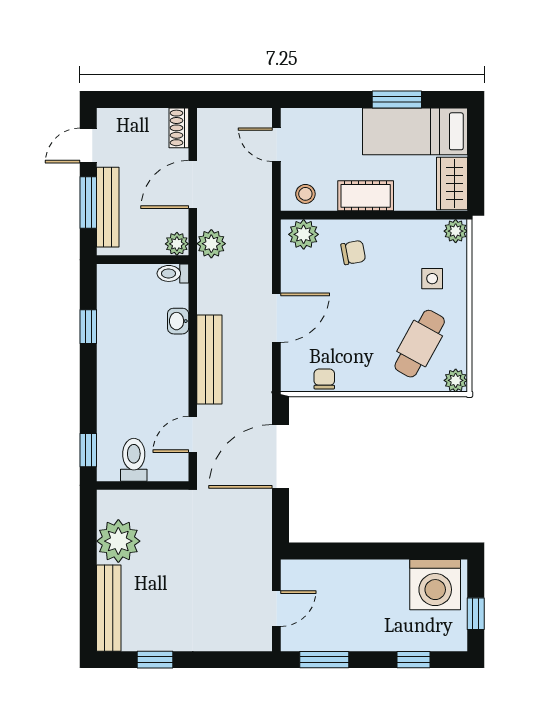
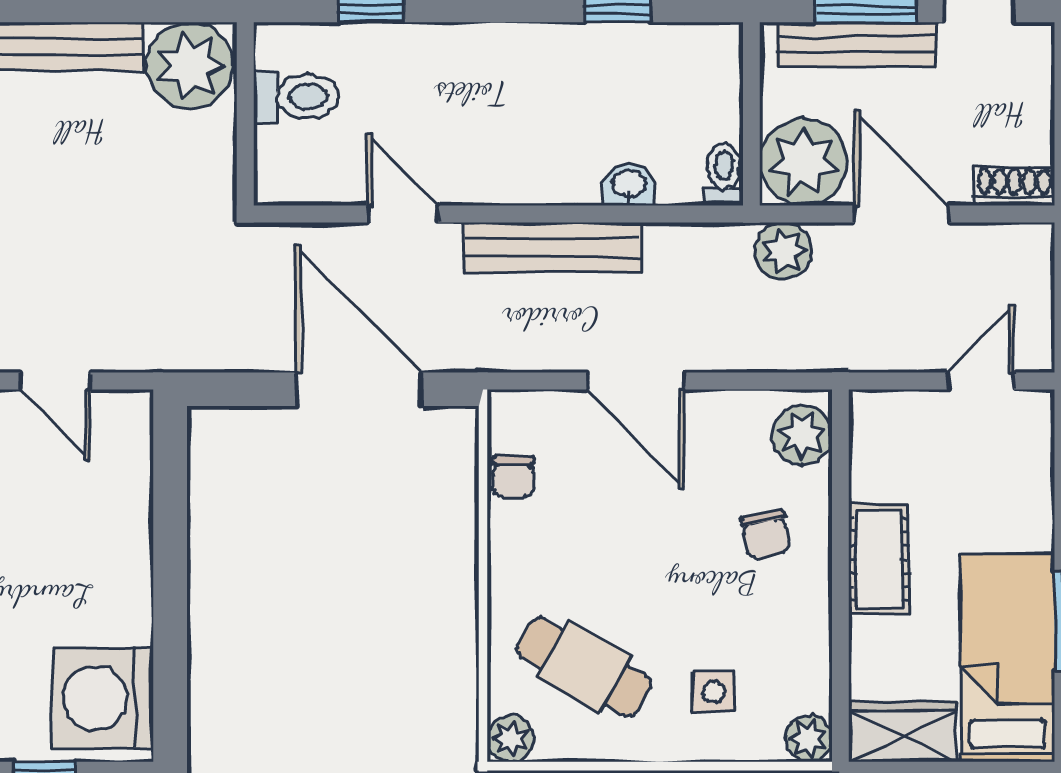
stool: (305, 194) -> (883, 439), removed
plant: (177, 244) -> (803, 162), width x1.87, depth x1.87
chair: (324, 379) -> (513, 477), turned 90
toilet: (134, 460) -> (296, 96), moved
wall: (143, 485) -> (245, 114), moved

